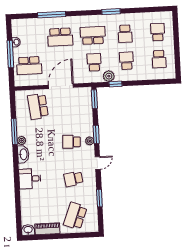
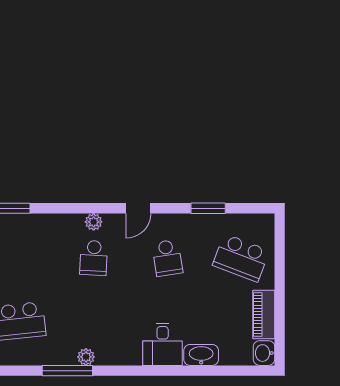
window: (96, 134) -> (81, 208), removed
washbasin: (23, 154) -> (201, 355), moved
door: (98, 163) -> (138, 208), swing flipped

